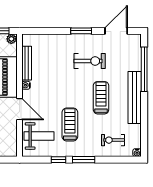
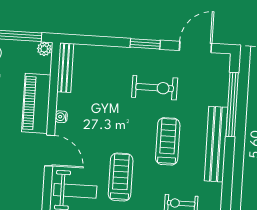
bench: (27, 63) -> (65, 68), moved

